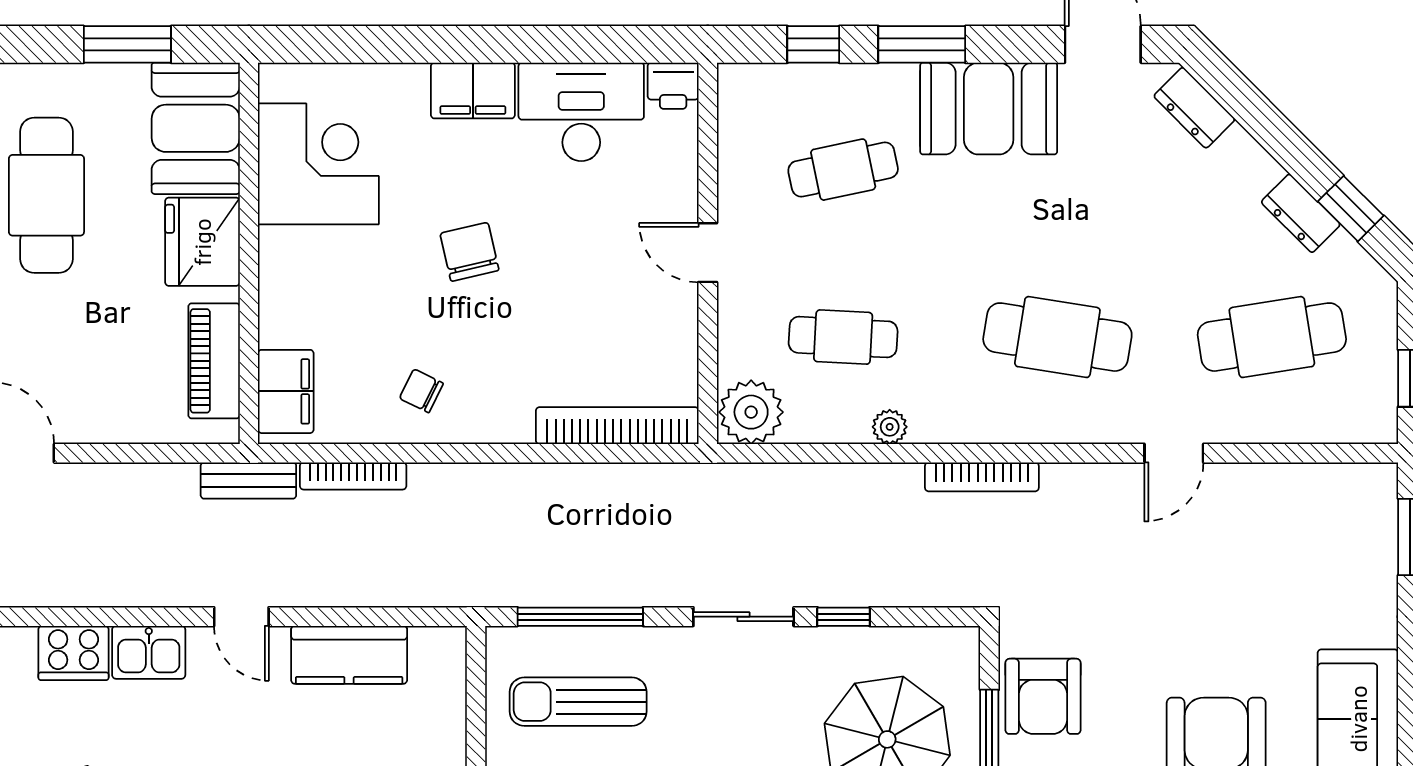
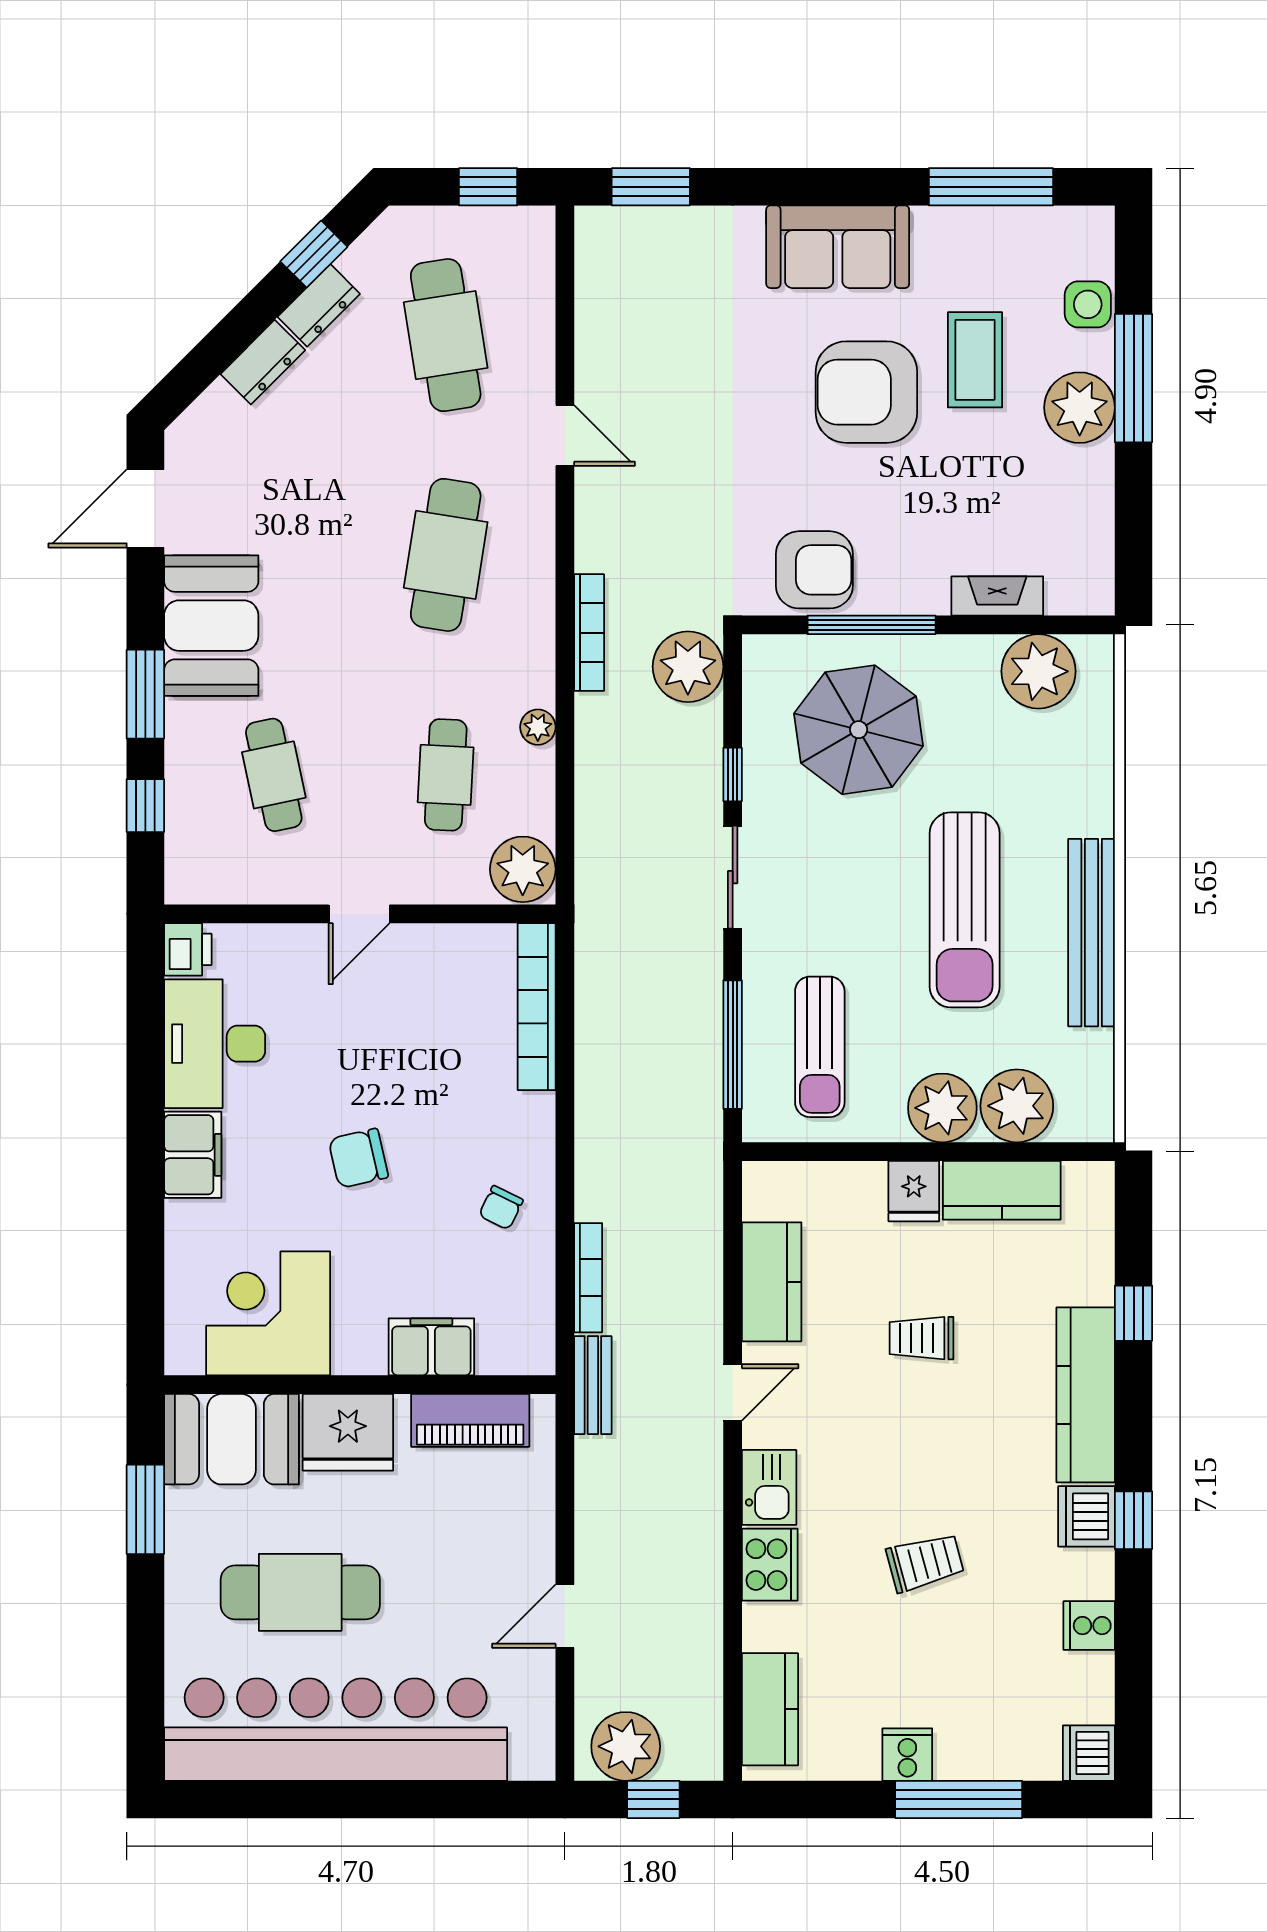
dresser: (1194, 108) -> (263, 362), moved
filing cabinet: (286, 391) -> (431, 1347), moved
plant: (949, 573) -> (688, 667), added

